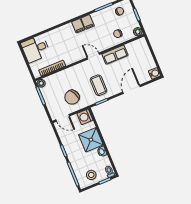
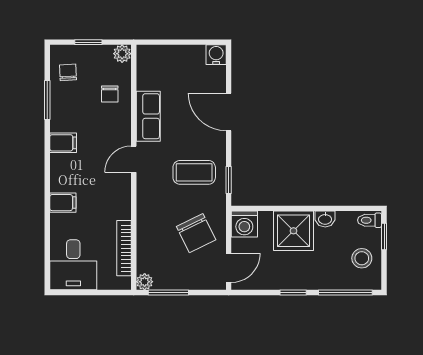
filing cabinet: (78, 26) -> (63, 203), moved

